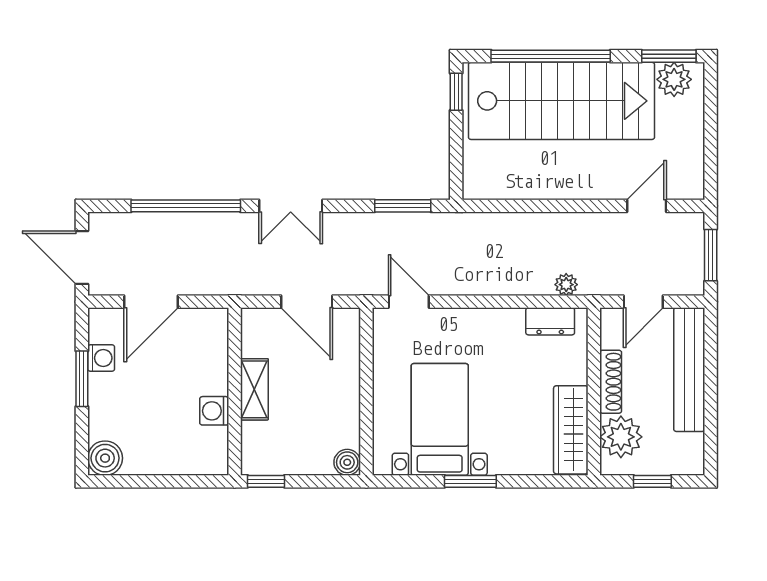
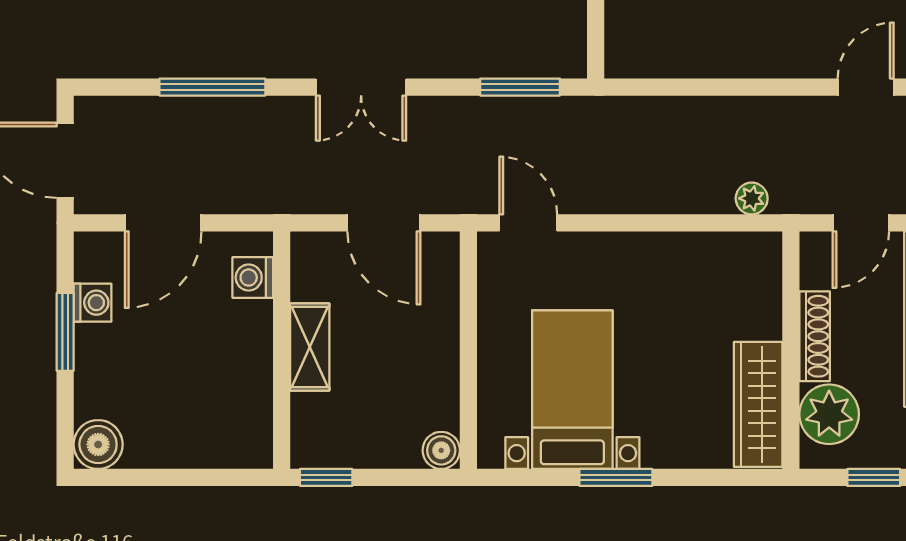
window: (186, 206) -> (212, 87), width x0.68
dresser: (550, 321) -> (729, 251), removed
washing machine: (214, 411) -> (253, 278), moved

